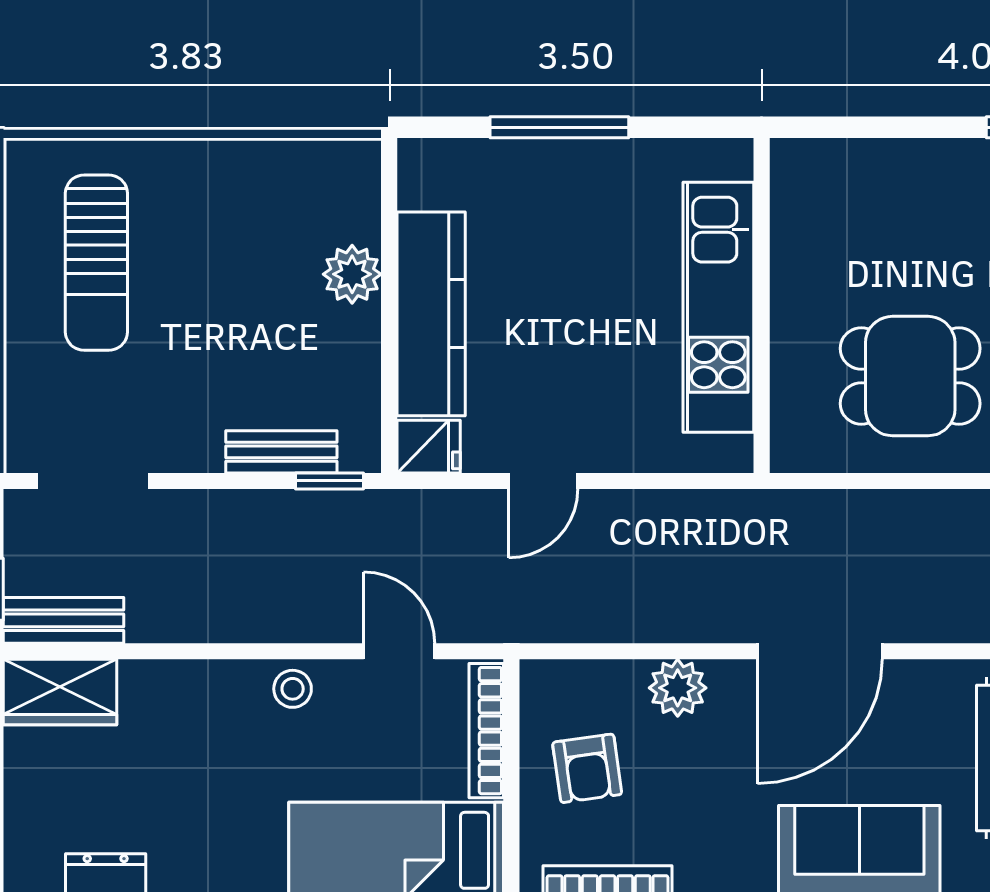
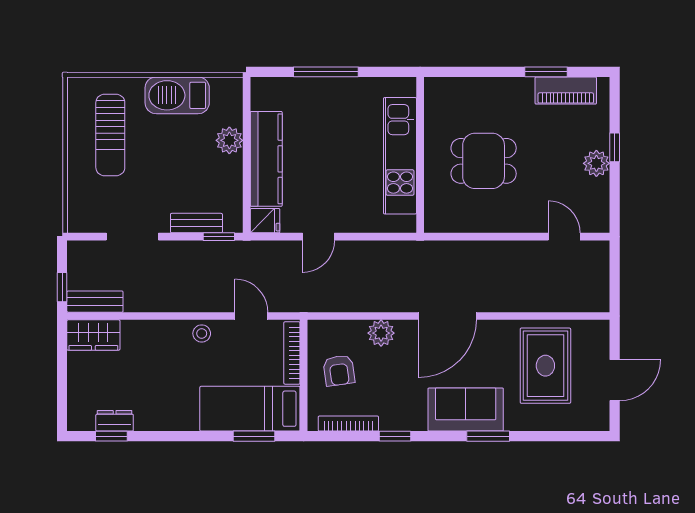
barbecue: (240, 177) -> (177, 95), added
dining table: (910, 376) -> (484, 161), moved
doorway: (93, 481) -> (132, 237), moved

